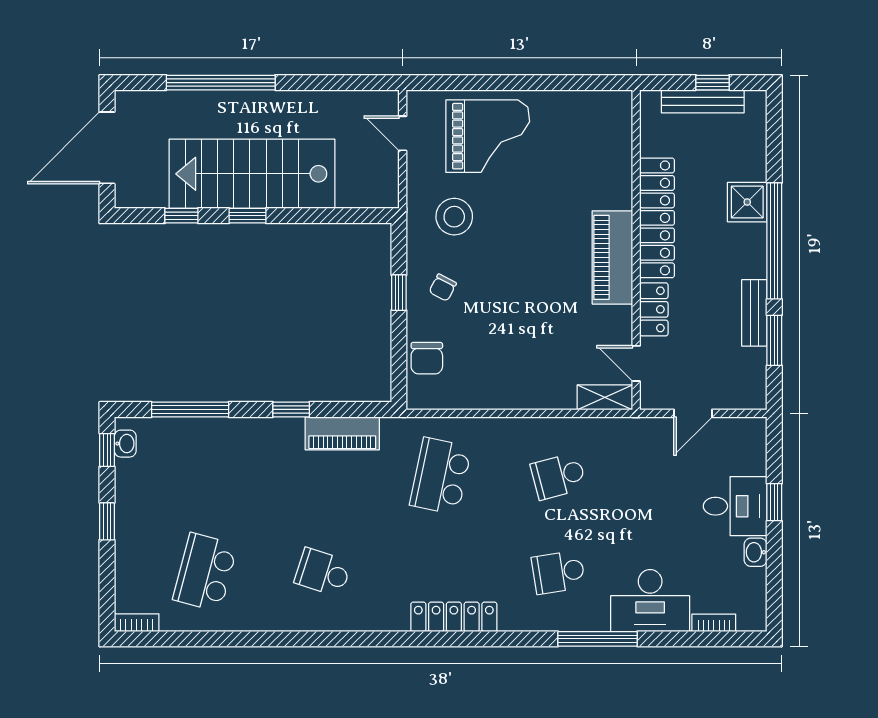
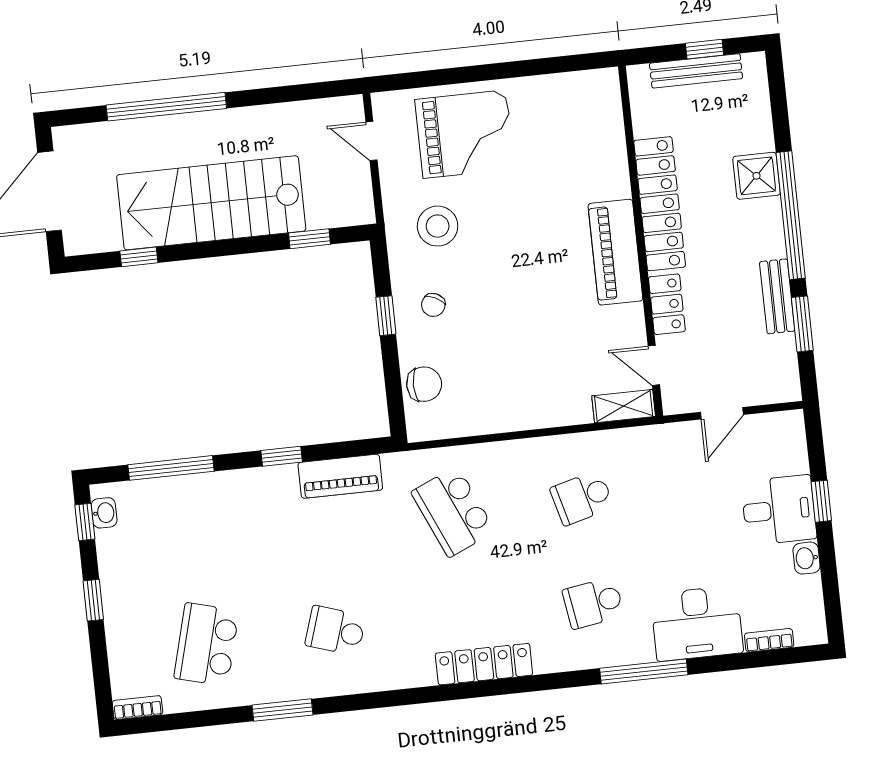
window: (247, 216) -> (309, 239), moved
chair: (427, 358) -> (424, 384), turned -90
school desk: (441, 476) -> (453, 512), turned -36
window: (267, 639) -> (282, 710), added

